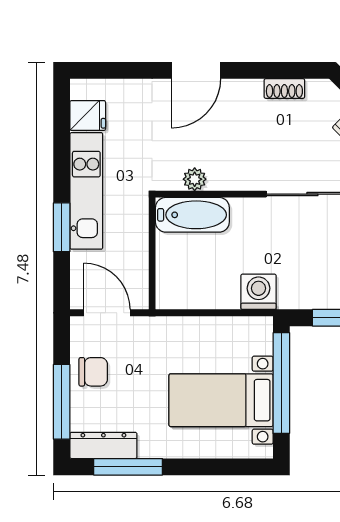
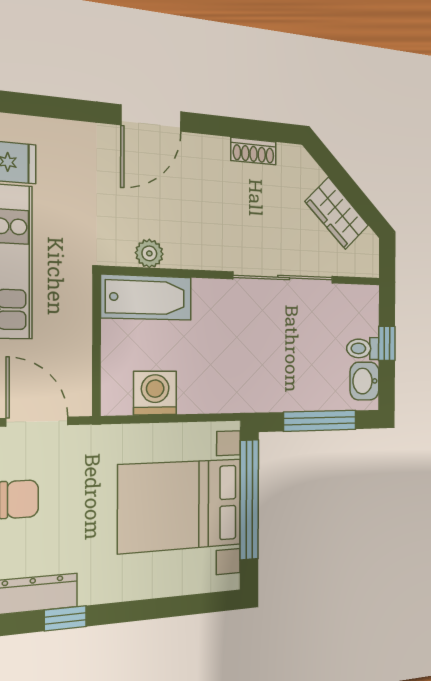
washing machine: (258, 292) -> (155, 393), moved
bed with nightstands: (221, 400) -> (180, 505), width x1.36
window: (128, 467) -> (65, 618), width x0.46

